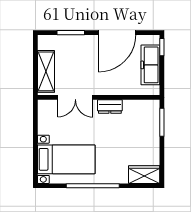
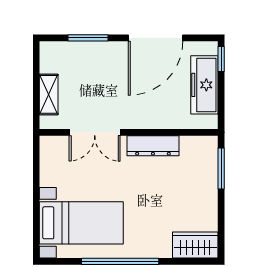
shelving: (46, 71) -> (49, 94), width x0.67, depth x0.75
dresser: (110, 107) -> (153, 146), width x1.44

